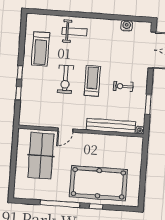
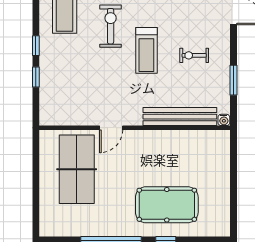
exercise bike: (65, 79) -> (111, 26), moved, turned 180
treadmill: (92, 81) -> (146, 50), turned 180
pool table: (98, 183) -> (167, 205), width x0.73, depth x0.76

